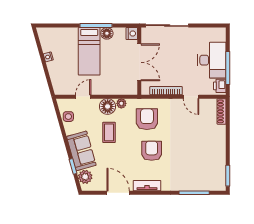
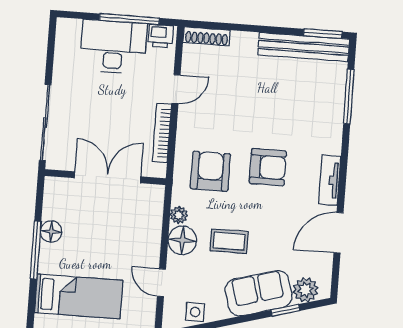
nightstand: (132, 34) -> (55, 187), removed
bed: (89, 51) -> (79, 296), moved
armchair: (147, 119) -> (210, 171), turned 90
armchair: (152, 151) -> (268, 167), turned 180
bench: (220, 166) -> (304, 47), added

